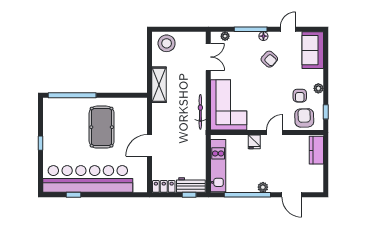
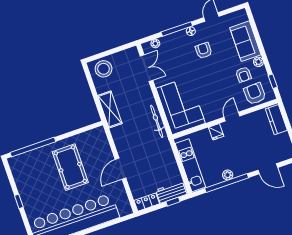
sofa: (313, 50) -> (245, 41), moved
armchair: (269, 59) -> (204, 51), turned -132
plant: (263, 187) -> (228, 175), moved

